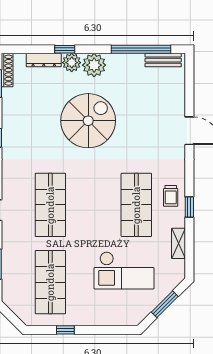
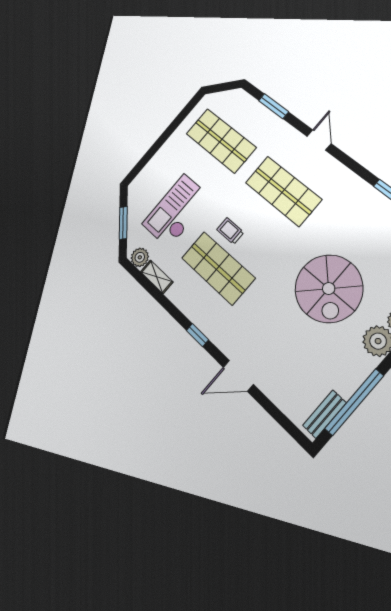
trolley: (171, 196) -> (230, 231), moved
window: (189, 207) -> (198, 335), moved
plant: (177, 268) -> (140, 257), added
window: (65, 330) -> (175, 124), removed

